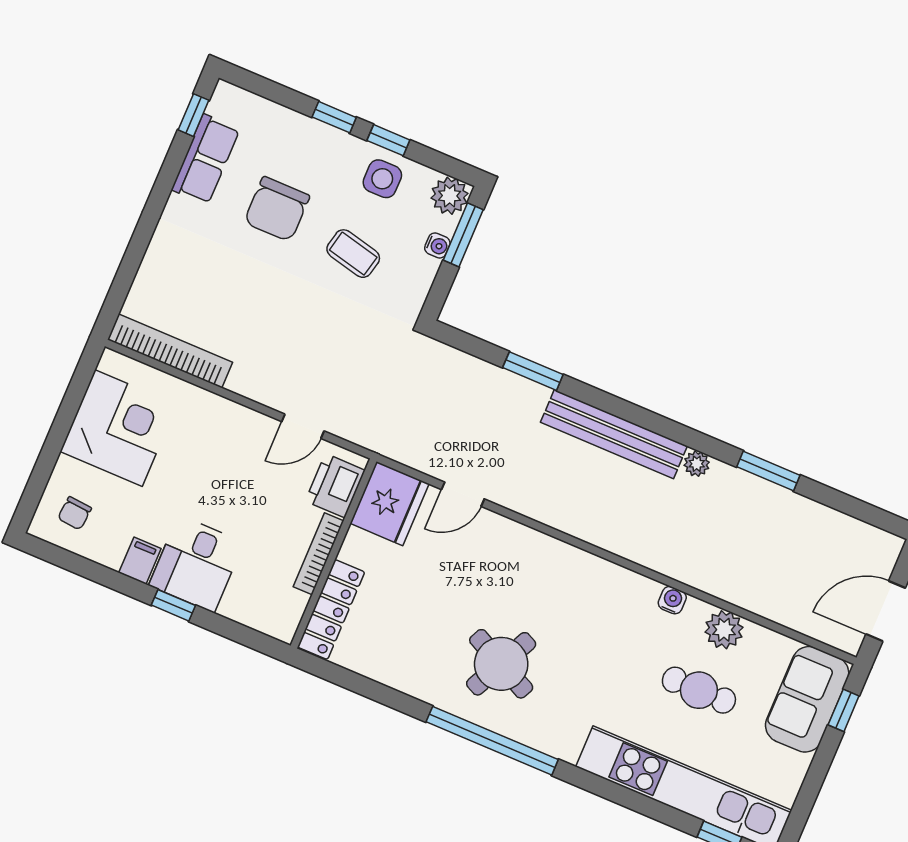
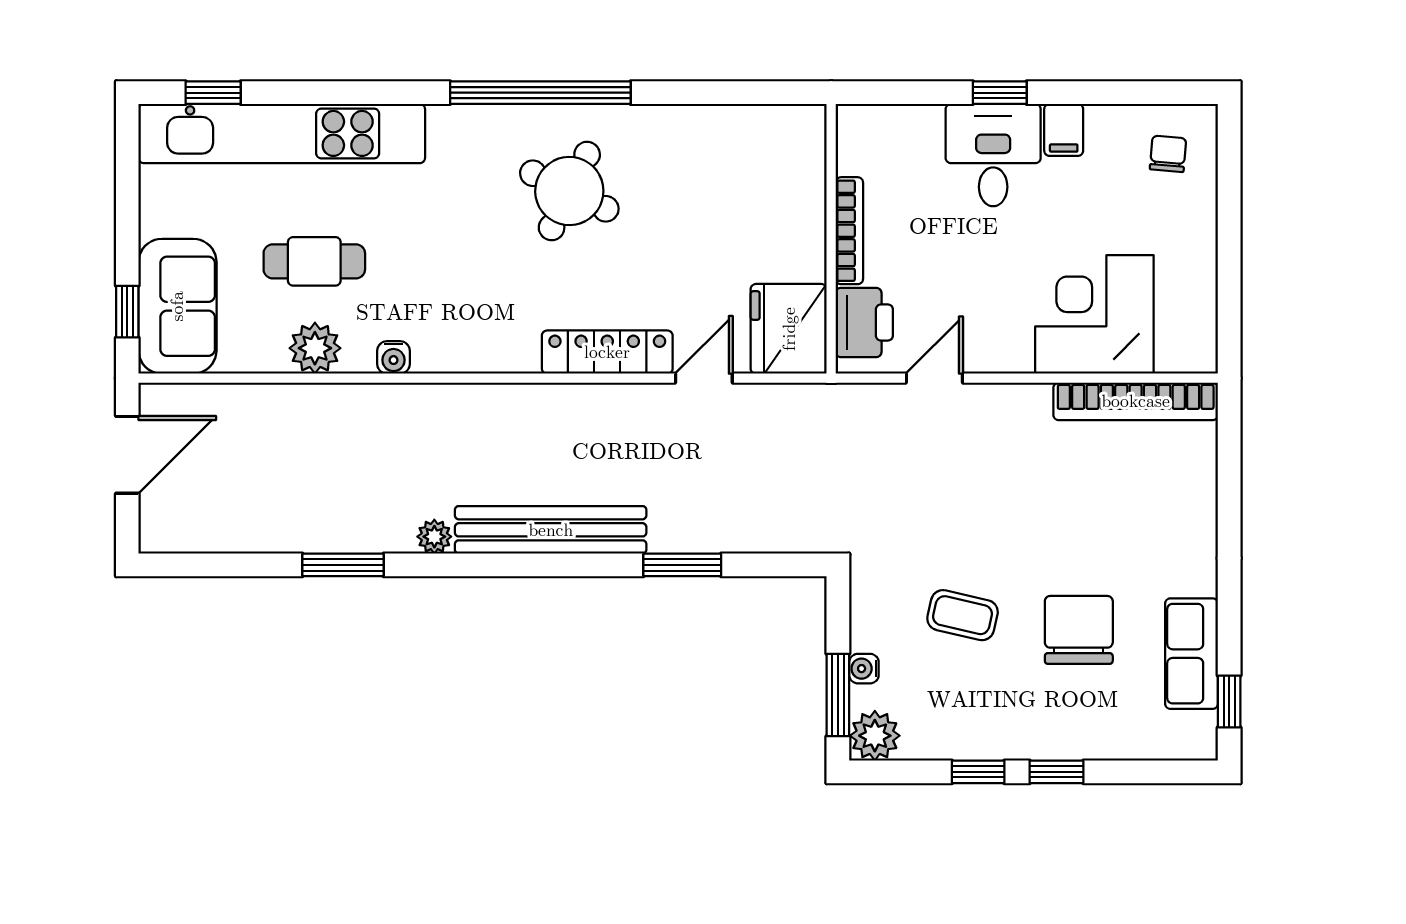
side table: (382, 179) -> (966, 722), removed
corner desk: (118, 428) -> (1094, 314), moved, turned 90
locker: (331, 610) -> (607, 352), moved, turned 90

